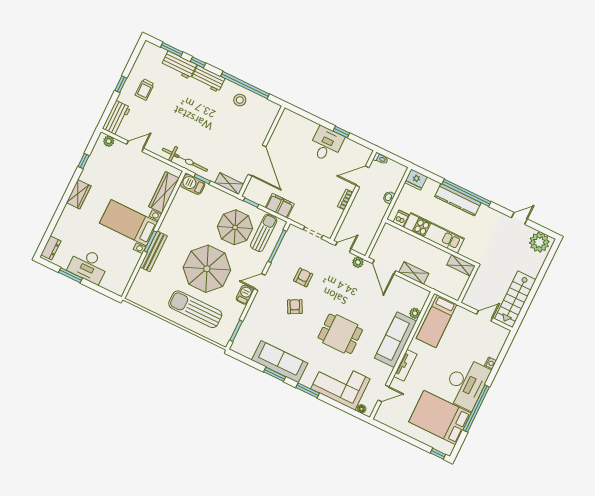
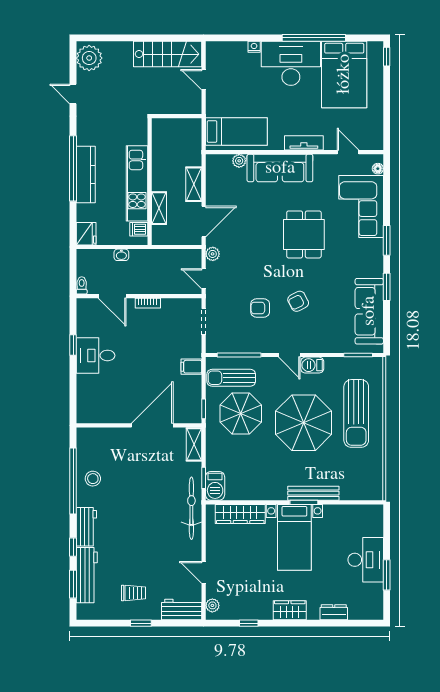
workbench: (179, 65) -> (87, 575), width x1.38
filing cabinet: (280, 206) -> (191, 367), width x0.50
dresser: (51, 248) -> (334, 612), moved
shelving: (461, 265) -> (159, 208), moved
sofa: (280, 362) -> (369, 311), moved

